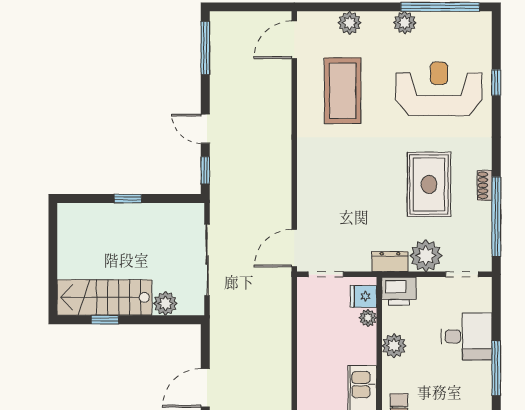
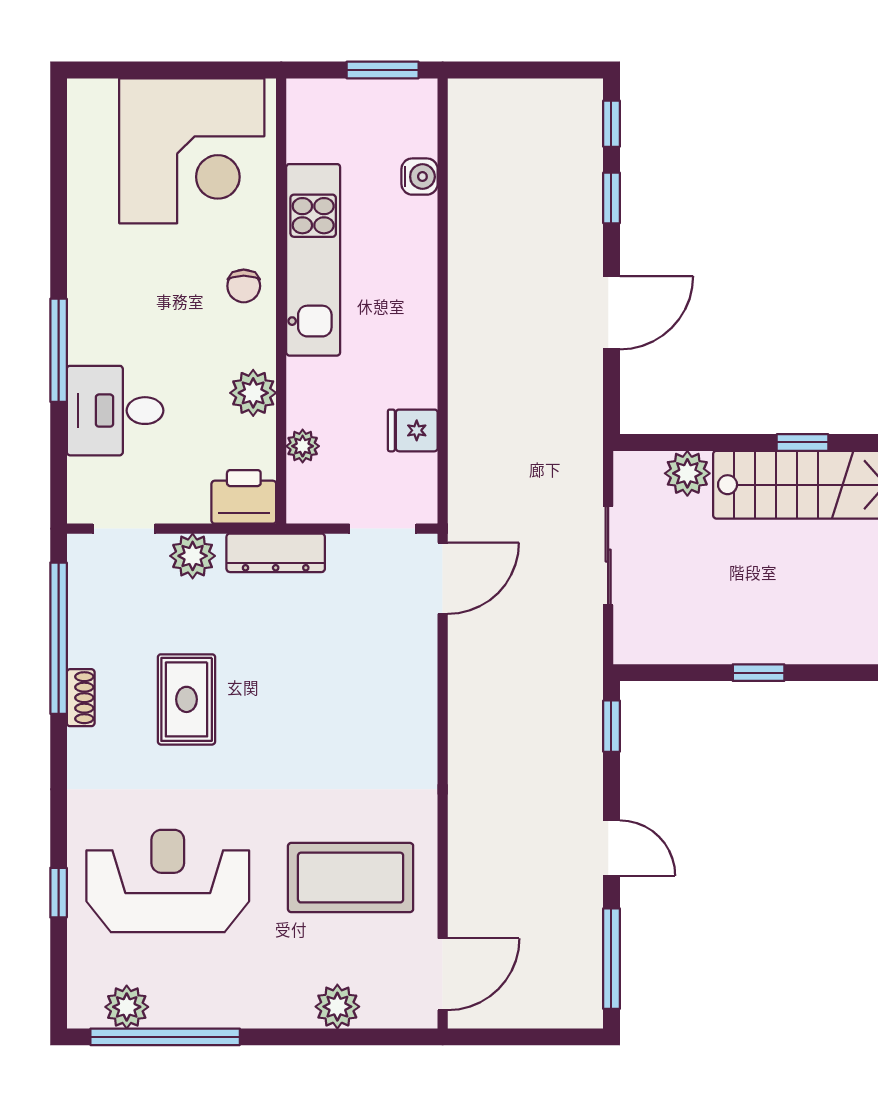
plant: (405, 23) -> (127, 1007), moved
reception desk: (439, 89) -> (168, 881), turned 180
coffee table: (343, 91) -> (351, 878), turned 90
door: (205, 129) -> (611, 848), moved
rug: (429, 184) -> (187, 699), width x0.73, depth x0.70
plant: (426, 256) -> (193, 556), width x0.73, depth x0.73
sliding door: (207, 260) -> (608, 556), width x0.73
dresser: (390, 262) -> (276, 553), width x1.44
fridge: (363, 296) -> (413, 430), moved, turned 180

